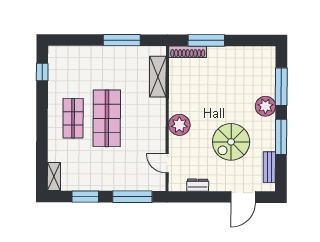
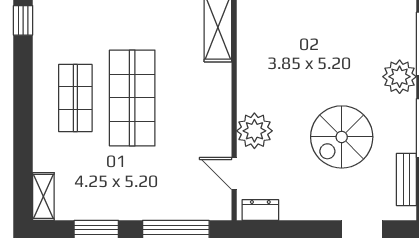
plant: (179, 125) -> (254, 131), moved
dresser: (198, 185) -> (260, 210), moved

